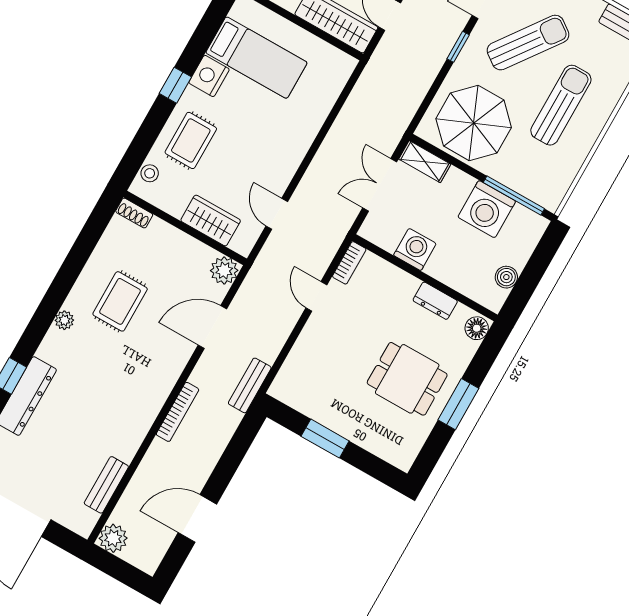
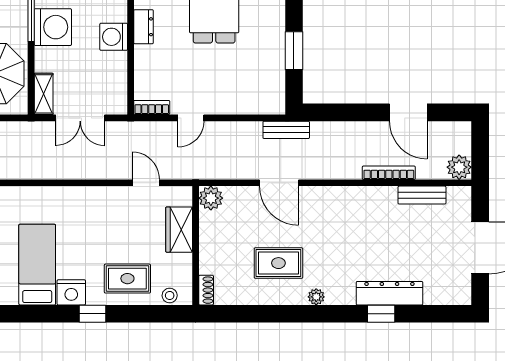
door: (277, 214) -> (146, 183), swing flipped
washing machine: (415, 249) -> (114, 37), moved
door: (212, 327) -> (279, 183), moved
bookcase: (178, 412) -> (389, 173), moved

